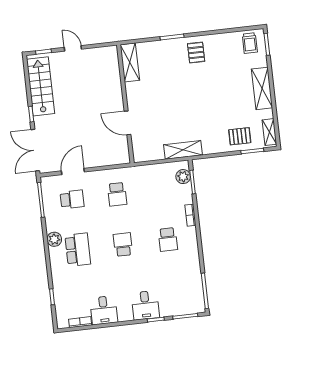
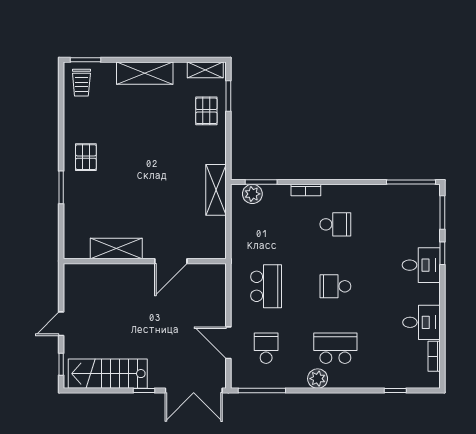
trolley: (250, 43) -> (81, 83), turned 90
pallet: (196, 53) -> (86, 157), turned 90
shelving: (130, 63) -> (116, 249), moved
school desk: (117, 194) -> (266, 286), width x1.85

